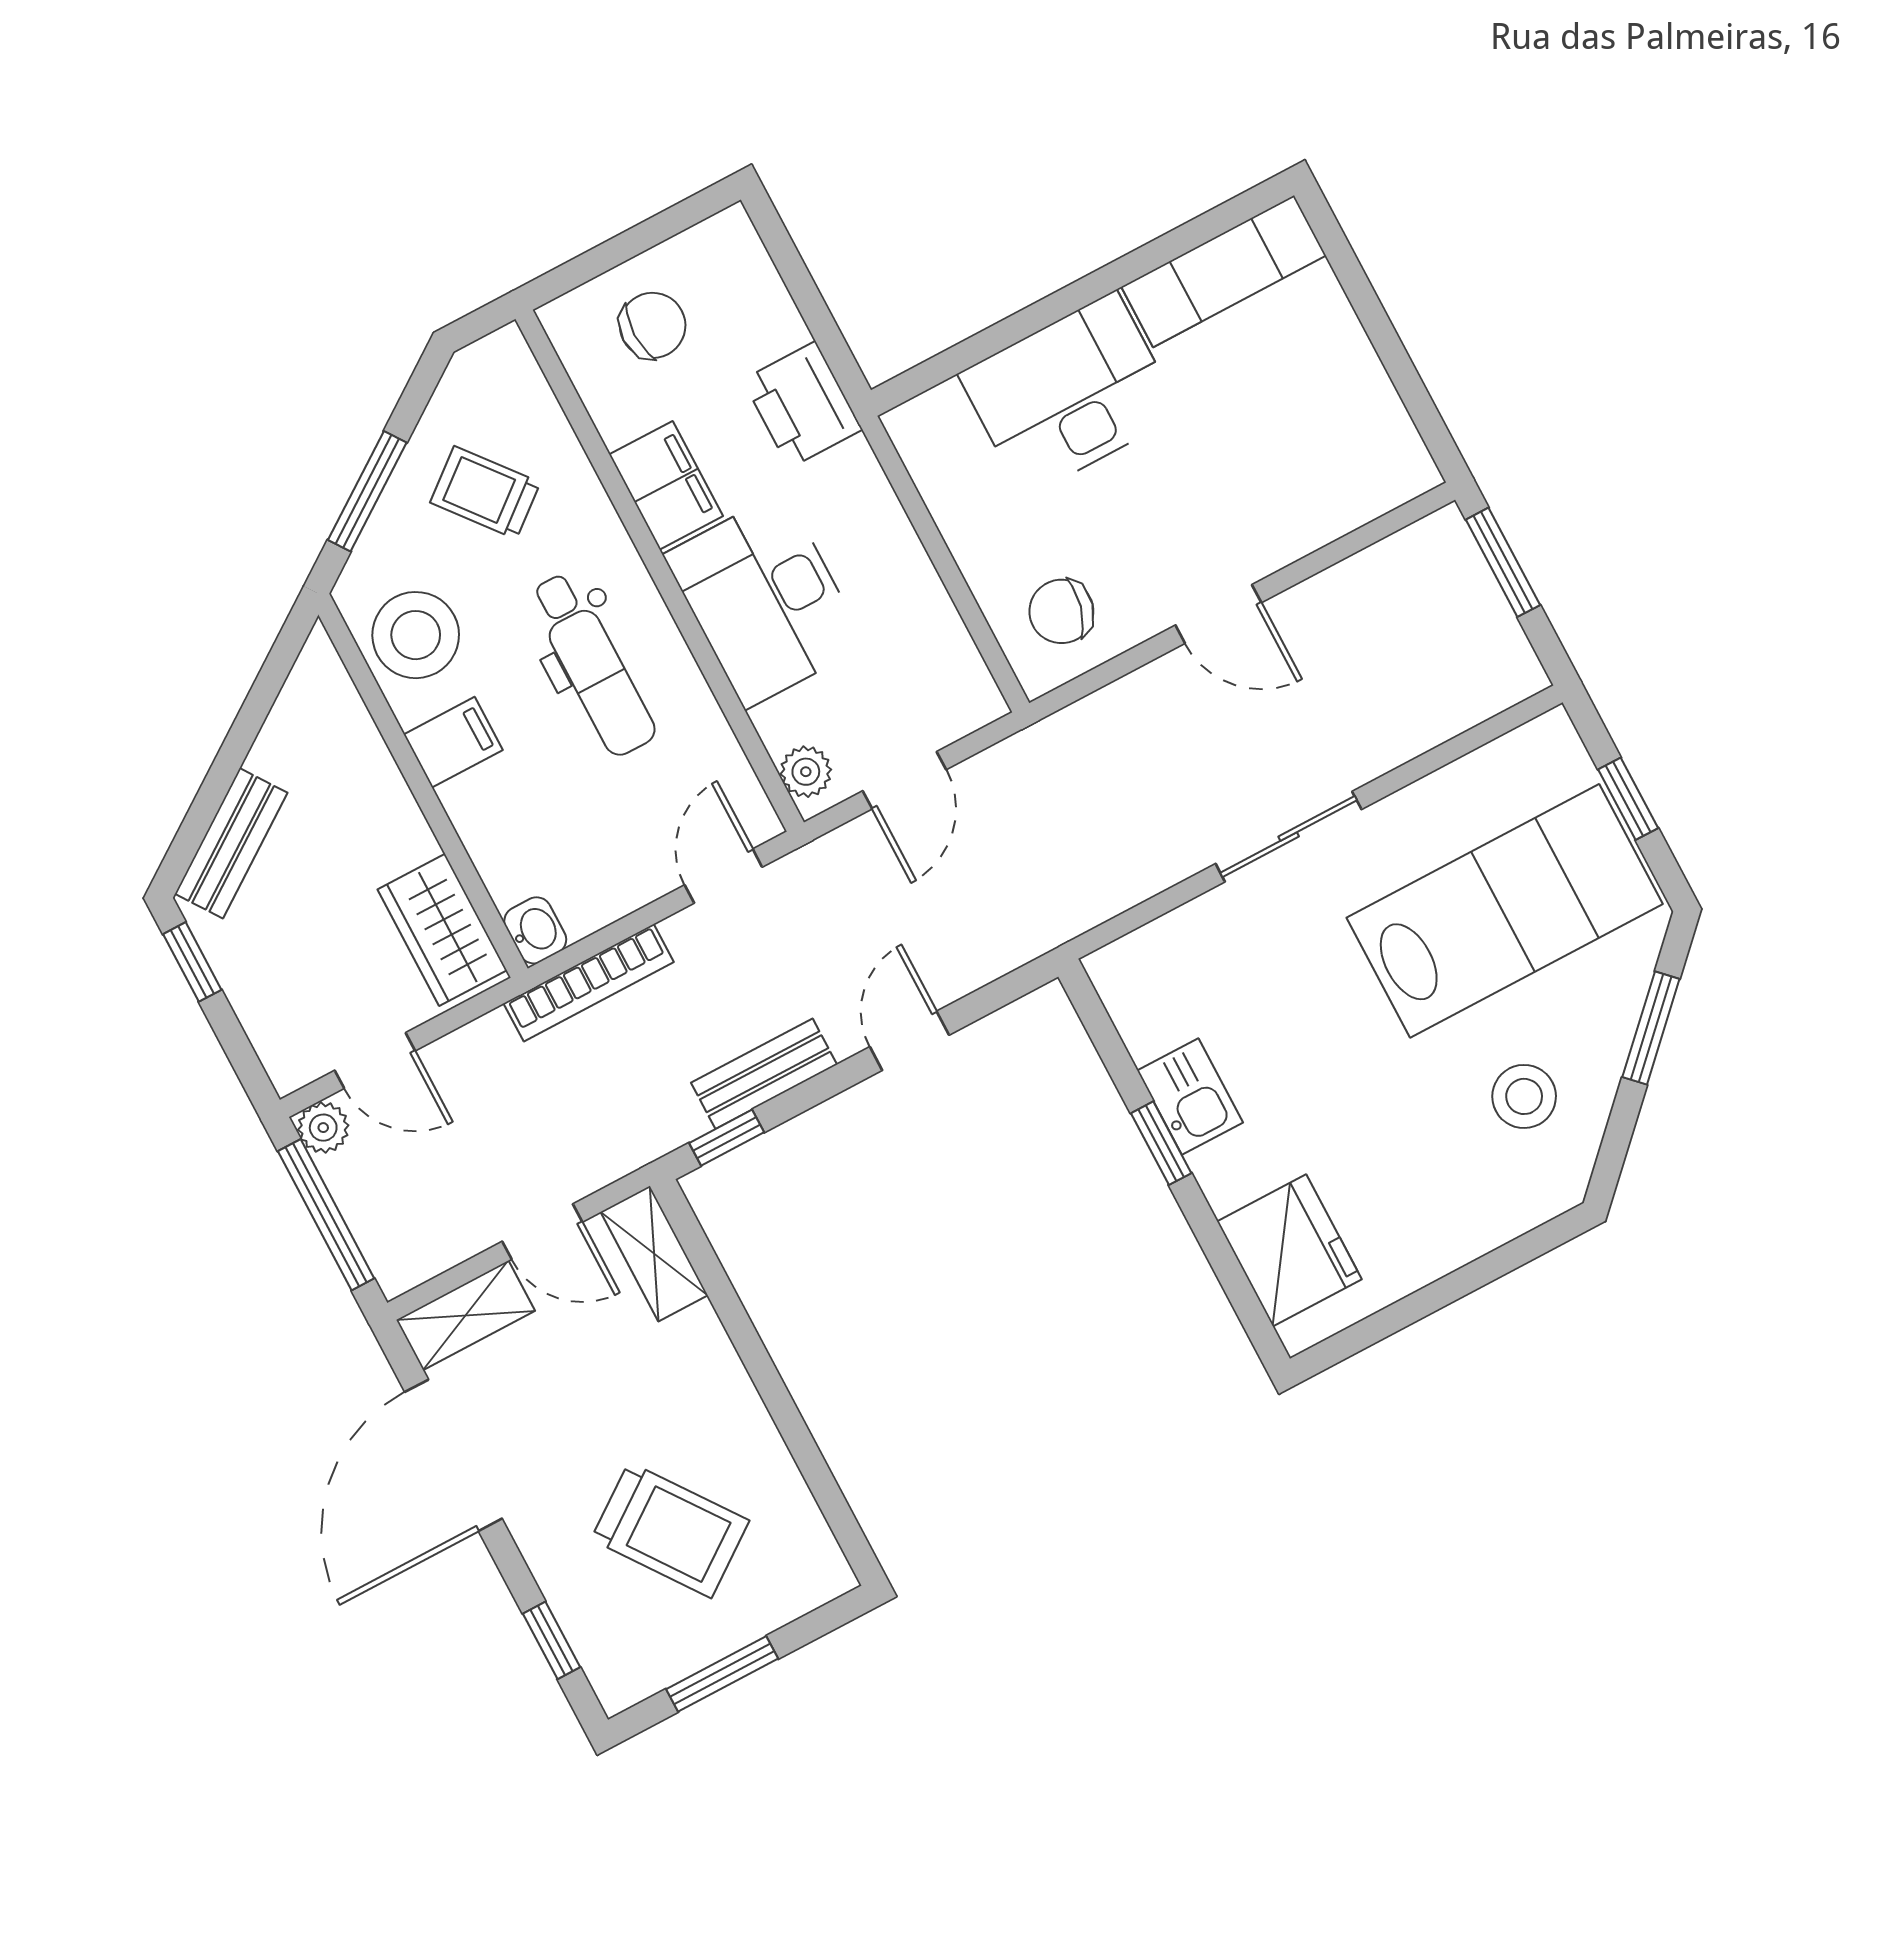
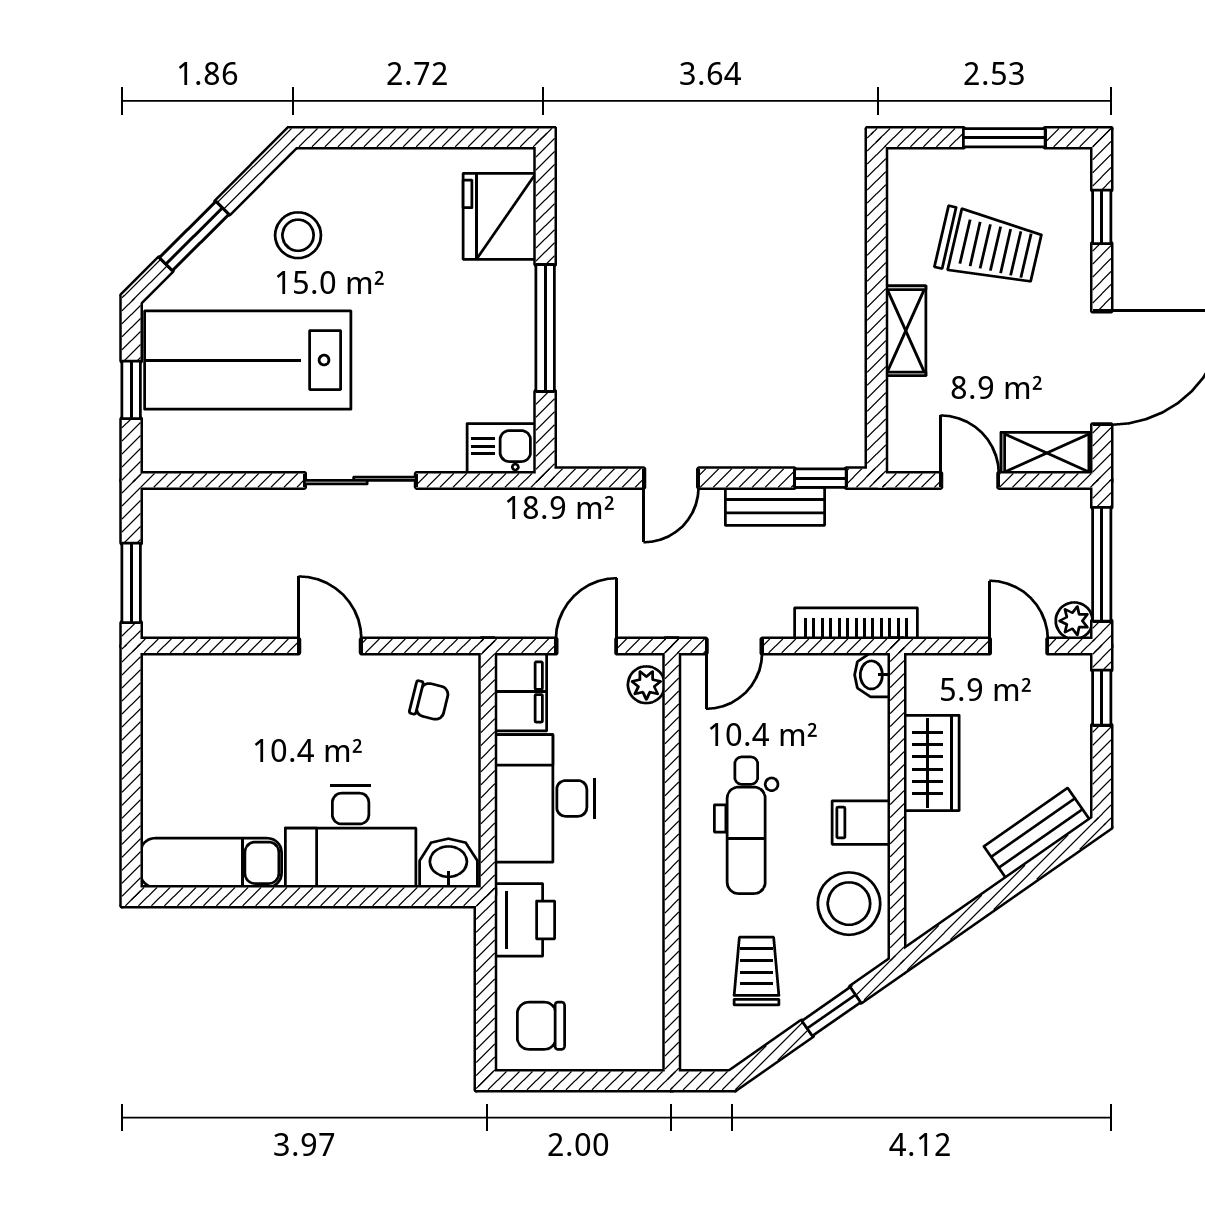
chair: (653, 325) -> (541, 1026), moved
washbasin: (933, 425) -> (448, 863), added
filing cabinet: (666, 485) -> (521, 692), moved, turned 180
window: (367, 491) -> (831, 1012), width x0.67
trolley: (485, 492) -> (757, 971), turned -141
desk: (765, 600) -> (545, 798), moved, turned 180
chair: (1061, 611) -> (429, 701), width x0.73, depth x0.73
dental chair: (592, 664) -> (746, 825), turned 180
wardrobe: (442, 930) -> (932, 763), moved
window: (192, 962) -> (1102, 698), moved
kitchen sink: (1190, 1096) -> (502, 449), moved, turned 90
window: (1161, 1143) -> (545, 328), width x2.17
shelving: (654, 1254) -> (906, 331), moved
trolley: (670, 1530) -> (989, 247), turned 139

